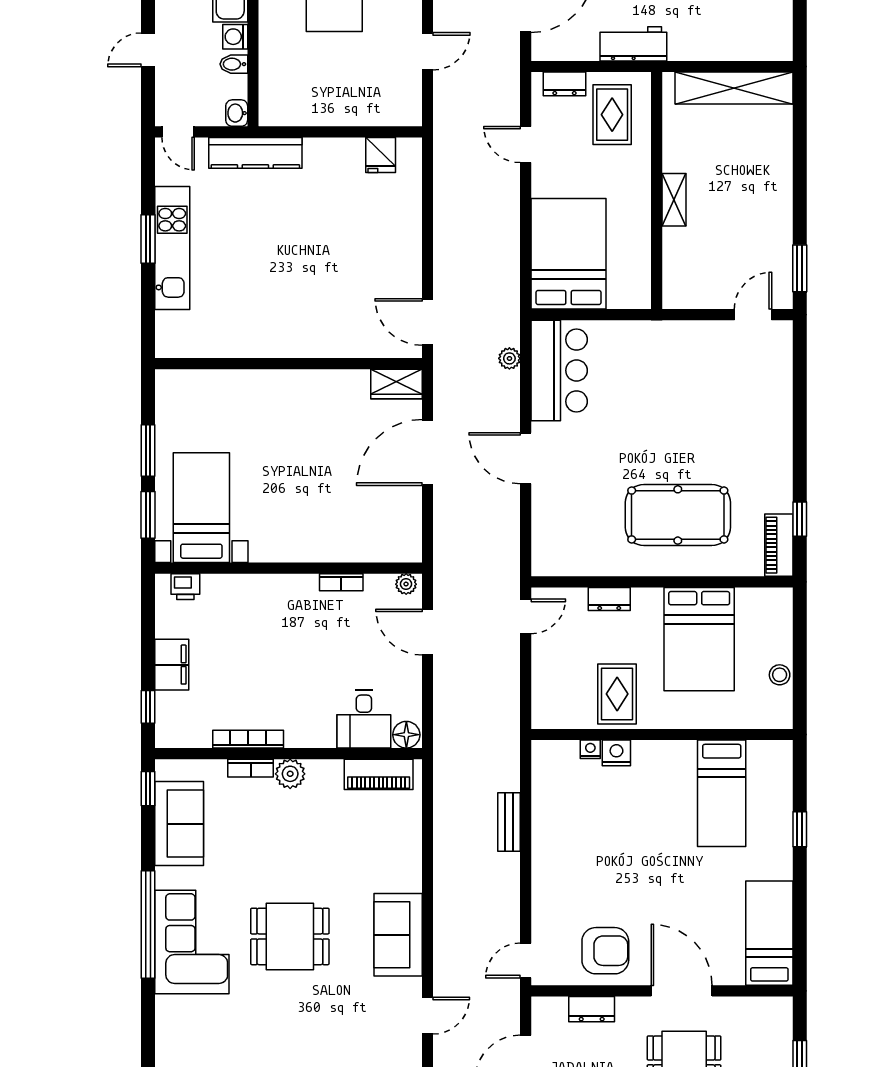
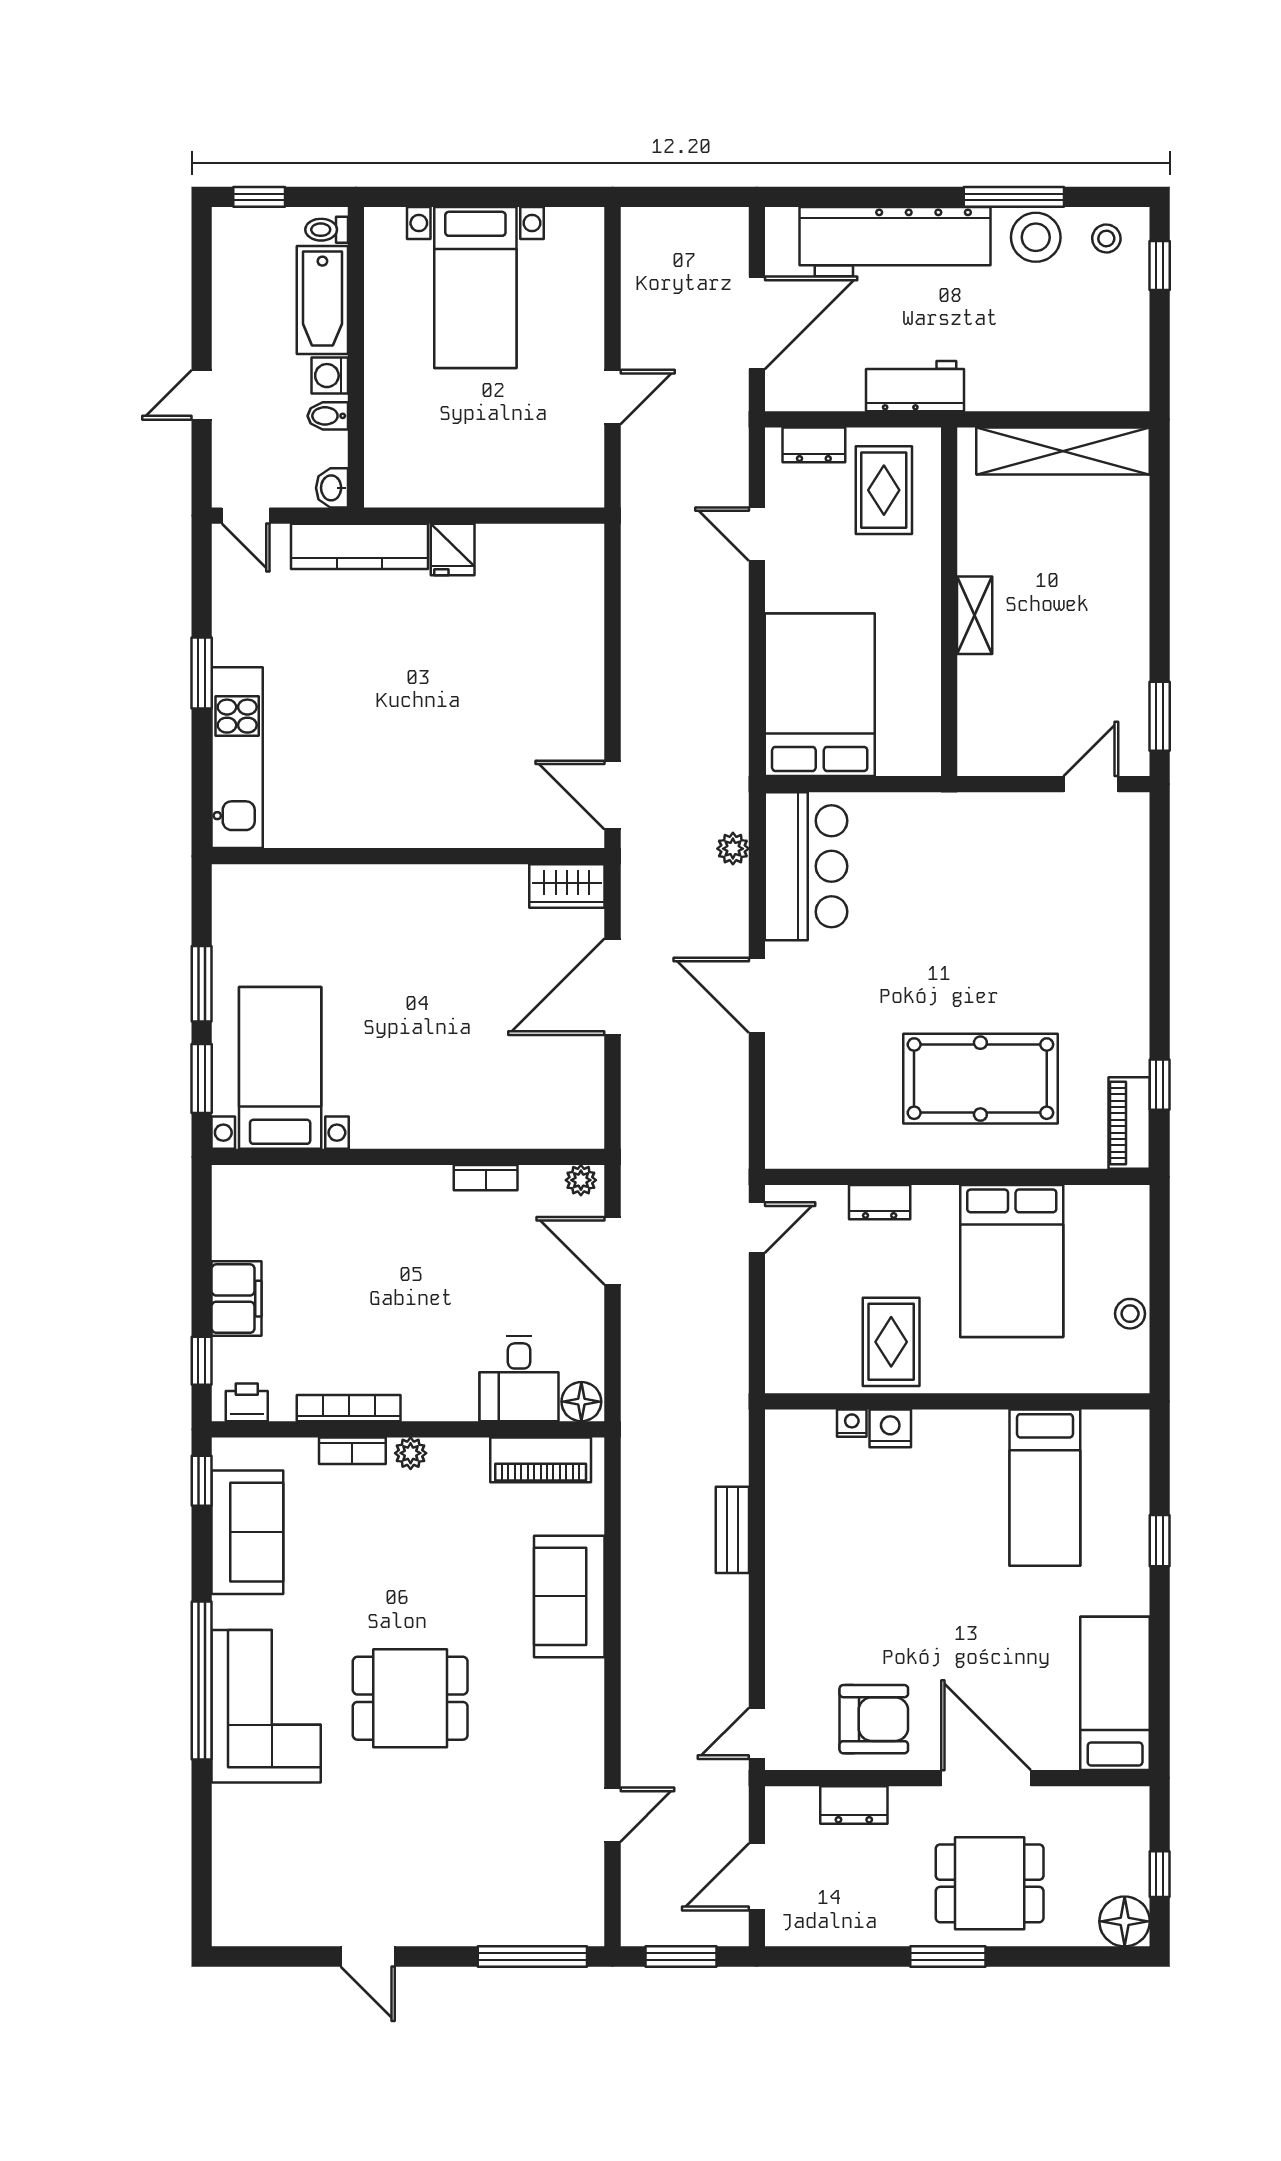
fridge: (381, 155) -> (453, 549), moved
kitchen unit: (172, 248) -> (237, 758), moved
printer: (185, 587) -> (247, 1402), moved, turned 180
plant: (290, 774) -> (411, 1453), width x0.73, depth x0.73
sofa: (398, 935) -> (569, 1596), moved

